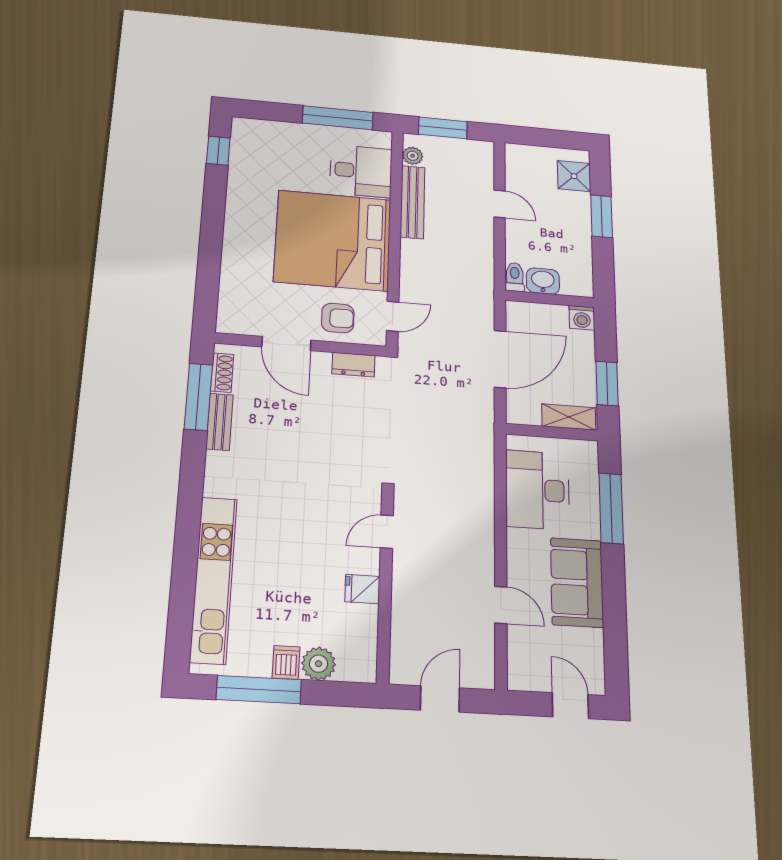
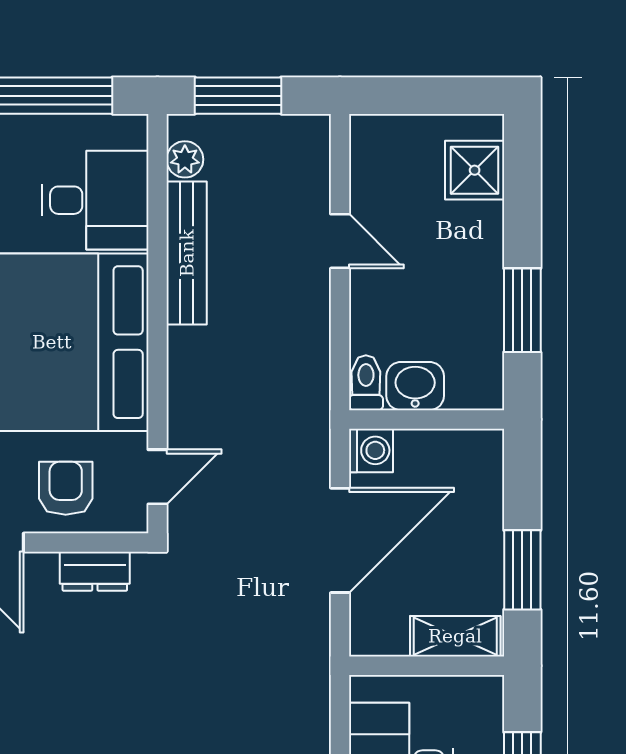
window: (602, 216) -> (522, 310), moved
armchair: (338, 318) -> (66, 488), turned -90
washing machine: (582, 318) -> (371, 450), moved, turned -90

